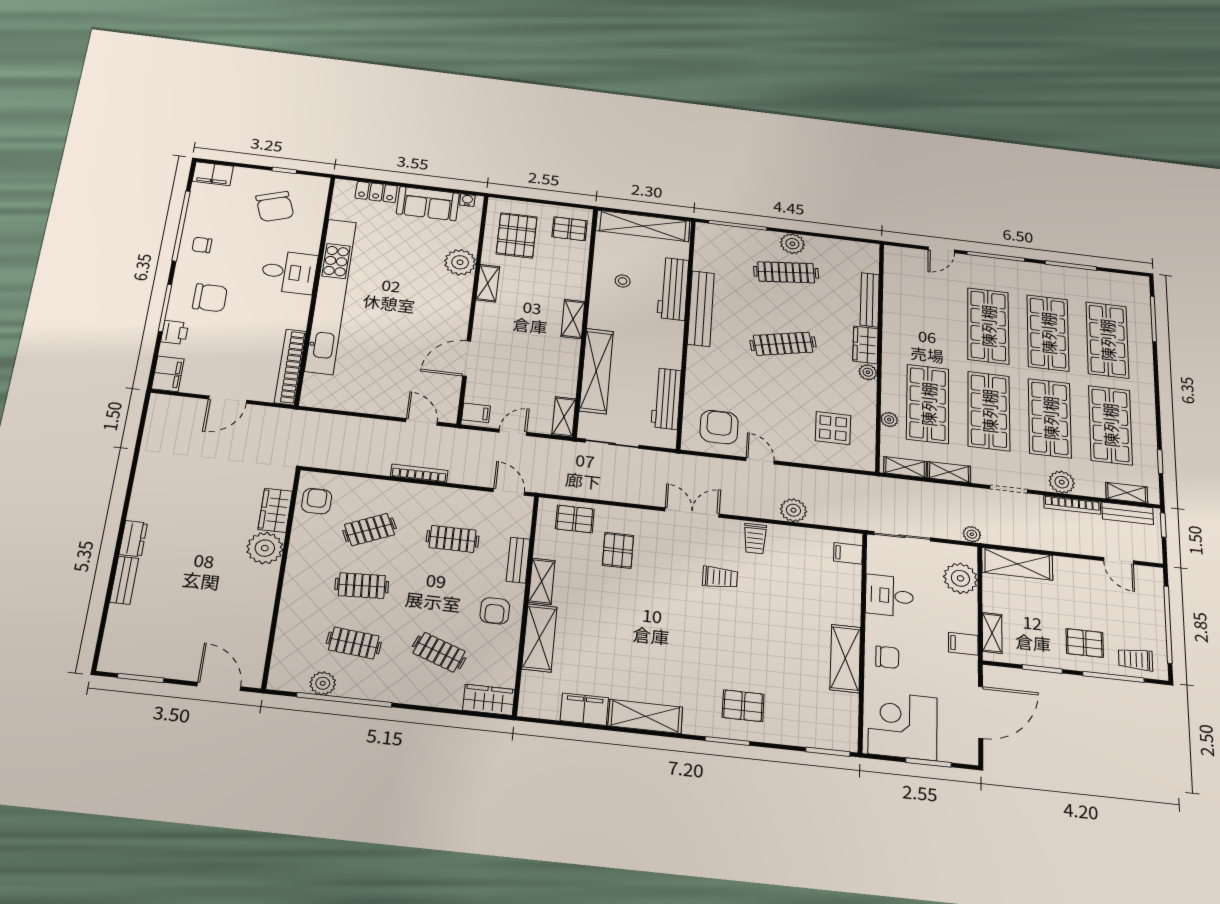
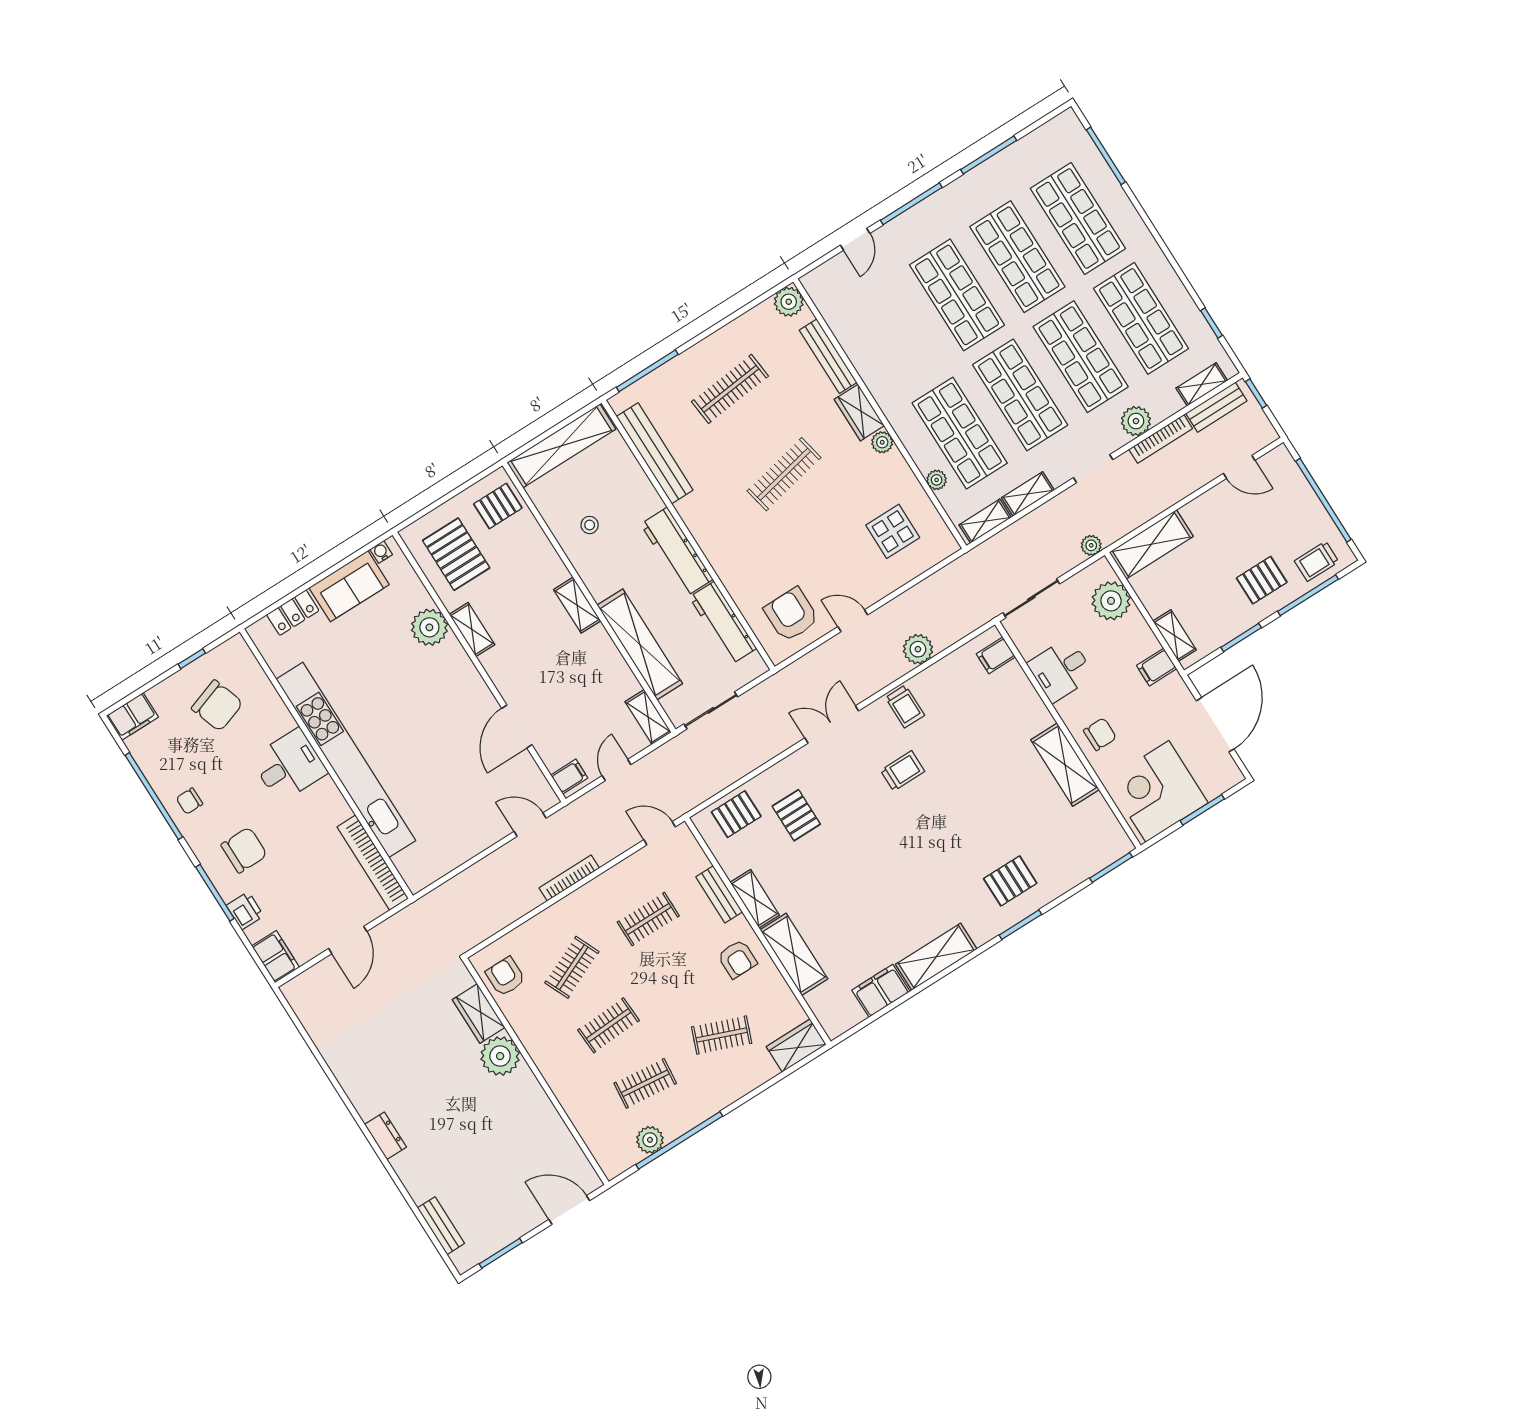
plant: (792, 244) -> (789, 302), moved
workbench: (673, 289) -> (677, 552), moved
bench: (701, 309) -> (655, 453), moved
bench: (124, 580) -> (441, 1226), moved

